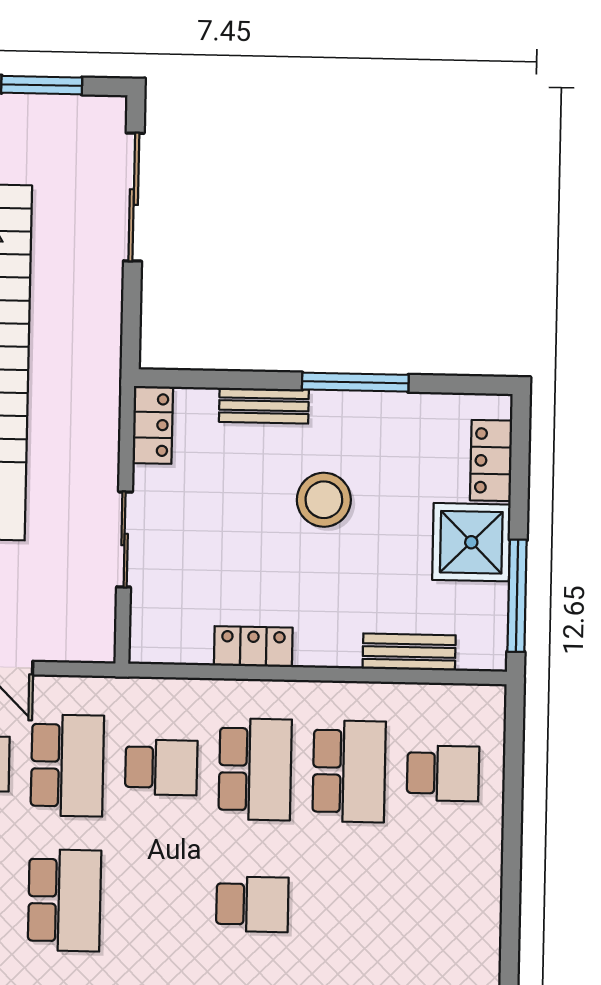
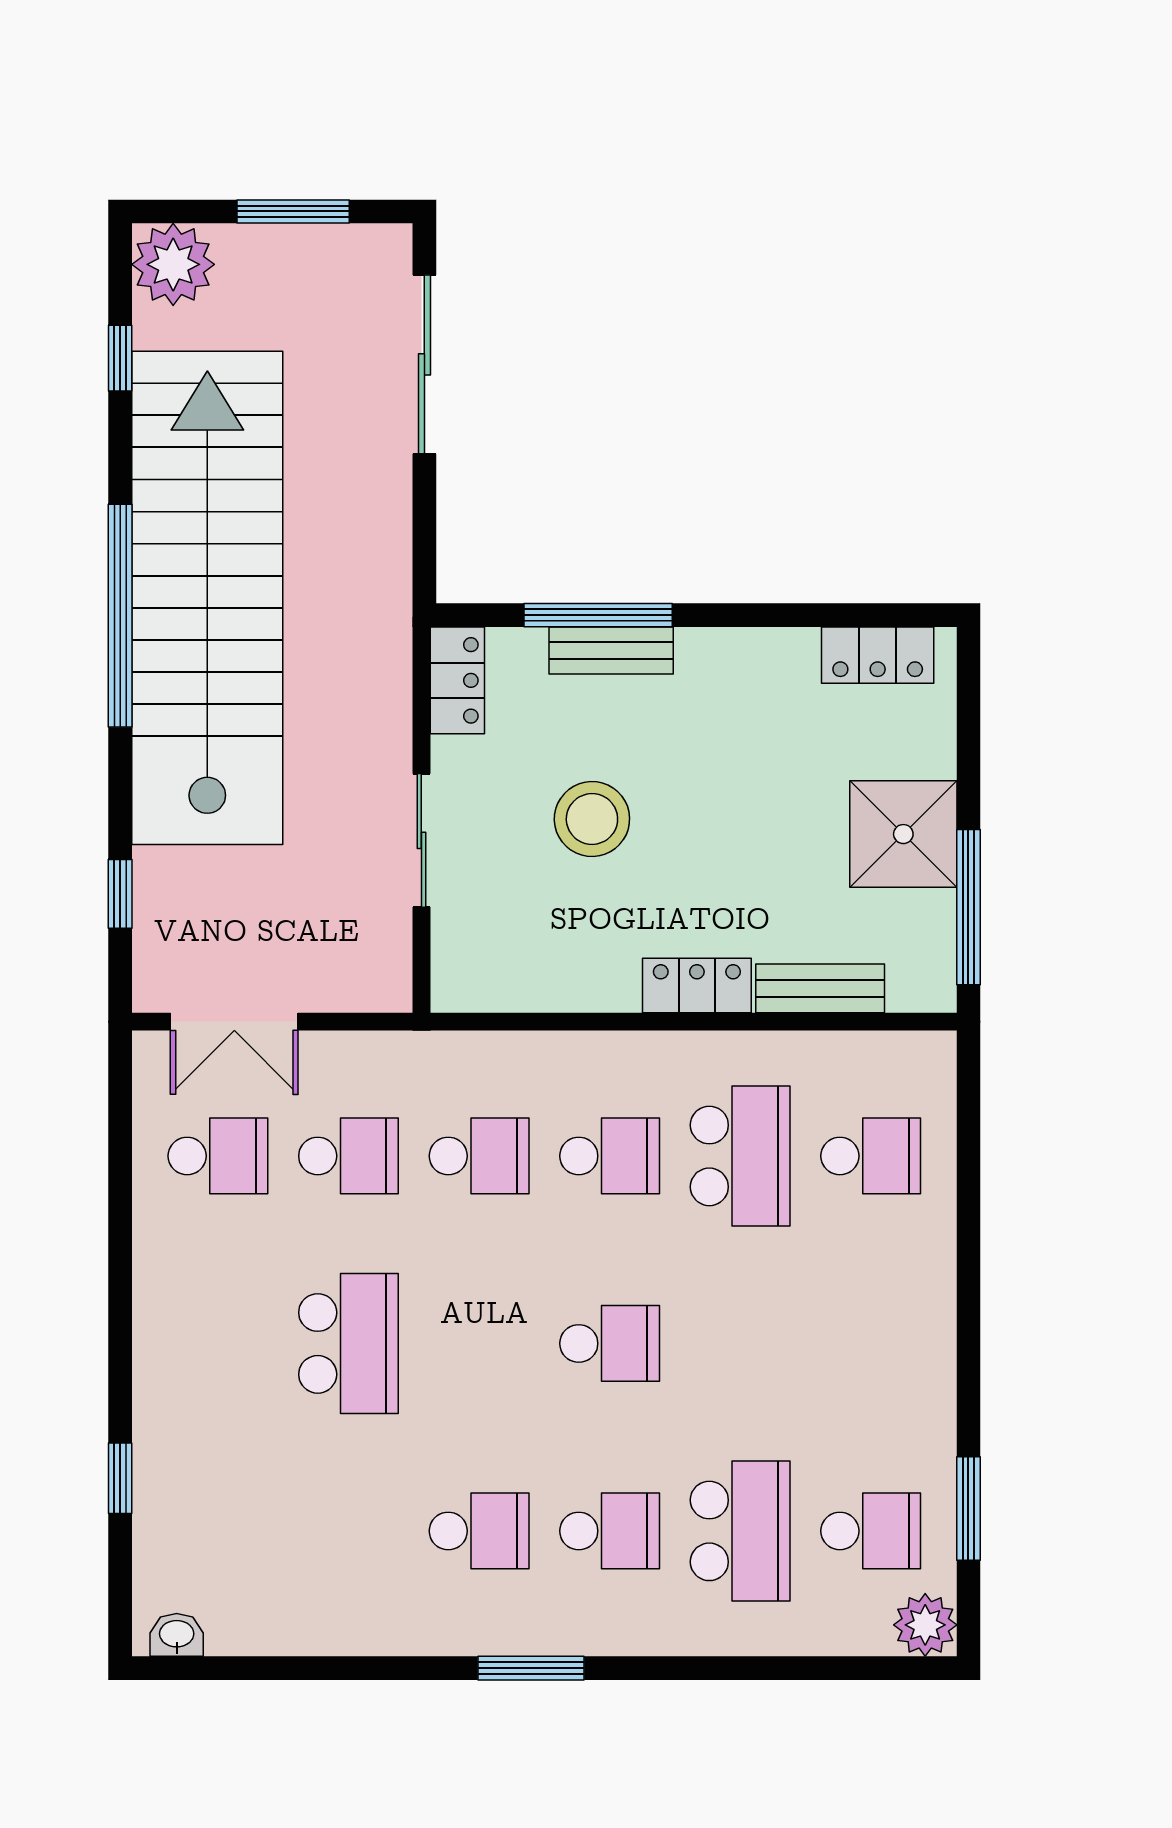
window: (355, 382) -> (598, 615), moved
locker: (491, 461) -> (878, 655), moved, turned -90
stool: (324, 500) -> (592, 819), moved
locker: (253, 647) -> (697, 986), moved
school desk: (67, 765) -> (349, 1156), width x0.54
school desk: (255, 769) -> (610, 1156), width x0.54

